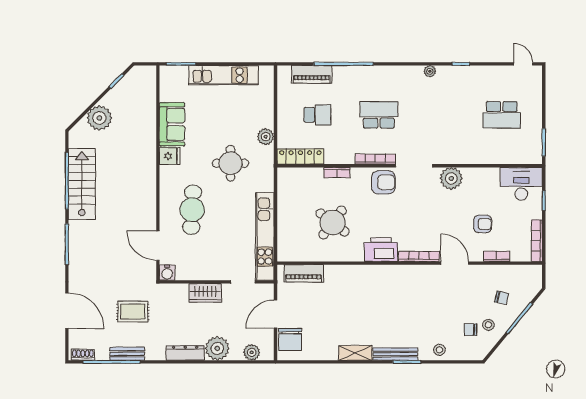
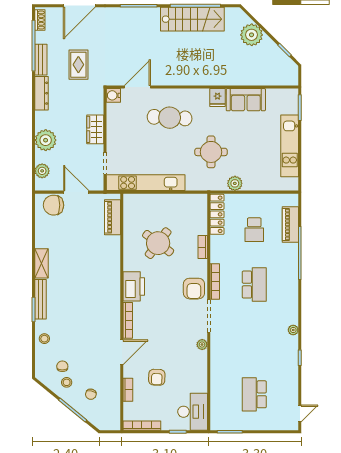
plant: (451, 178) -> (202, 345), width x0.53, depth x0.53
dresser: (185, 353) -> (42, 93), moved

